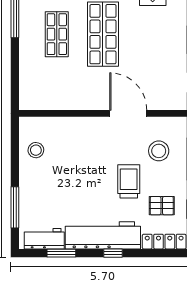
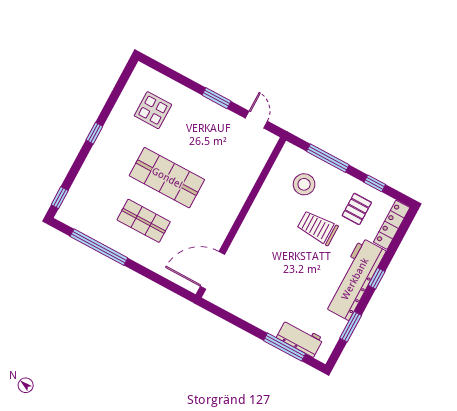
door: (128, 113) -> (212, 270), moved
stool: (36, 150) -> (242, 299), removed
workbench: (44, 239) -> (300, 338), moved, turned 90

